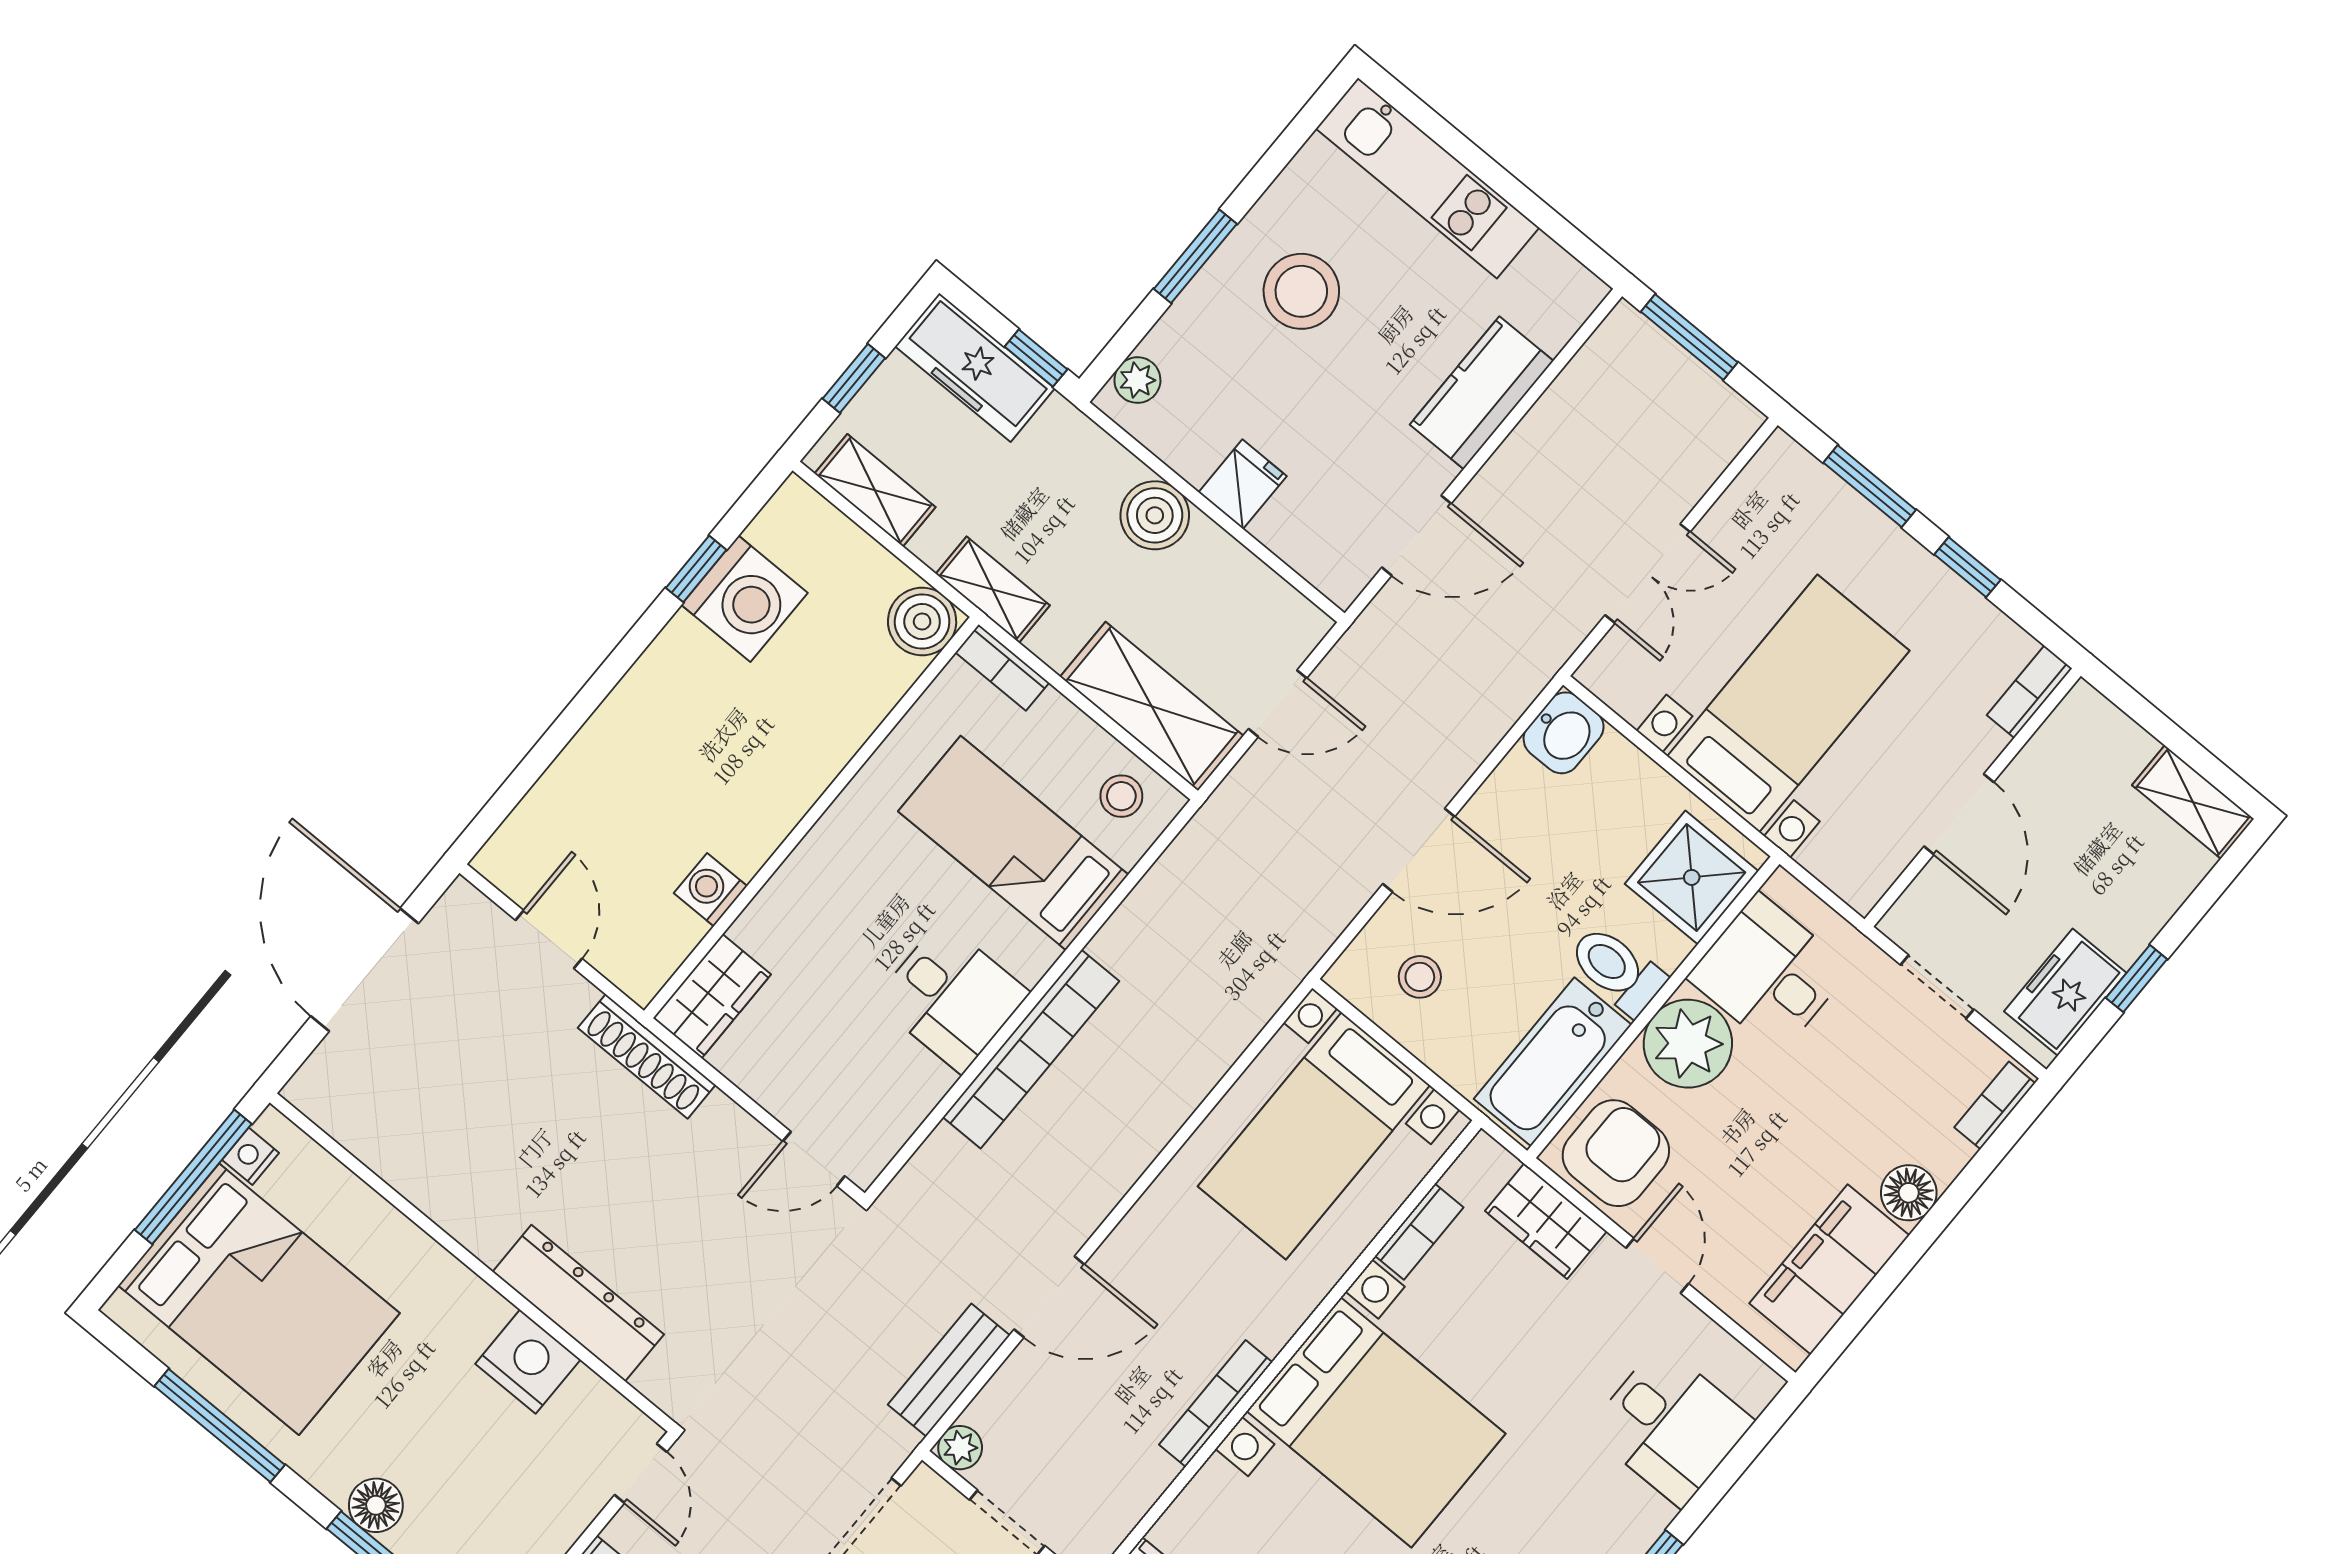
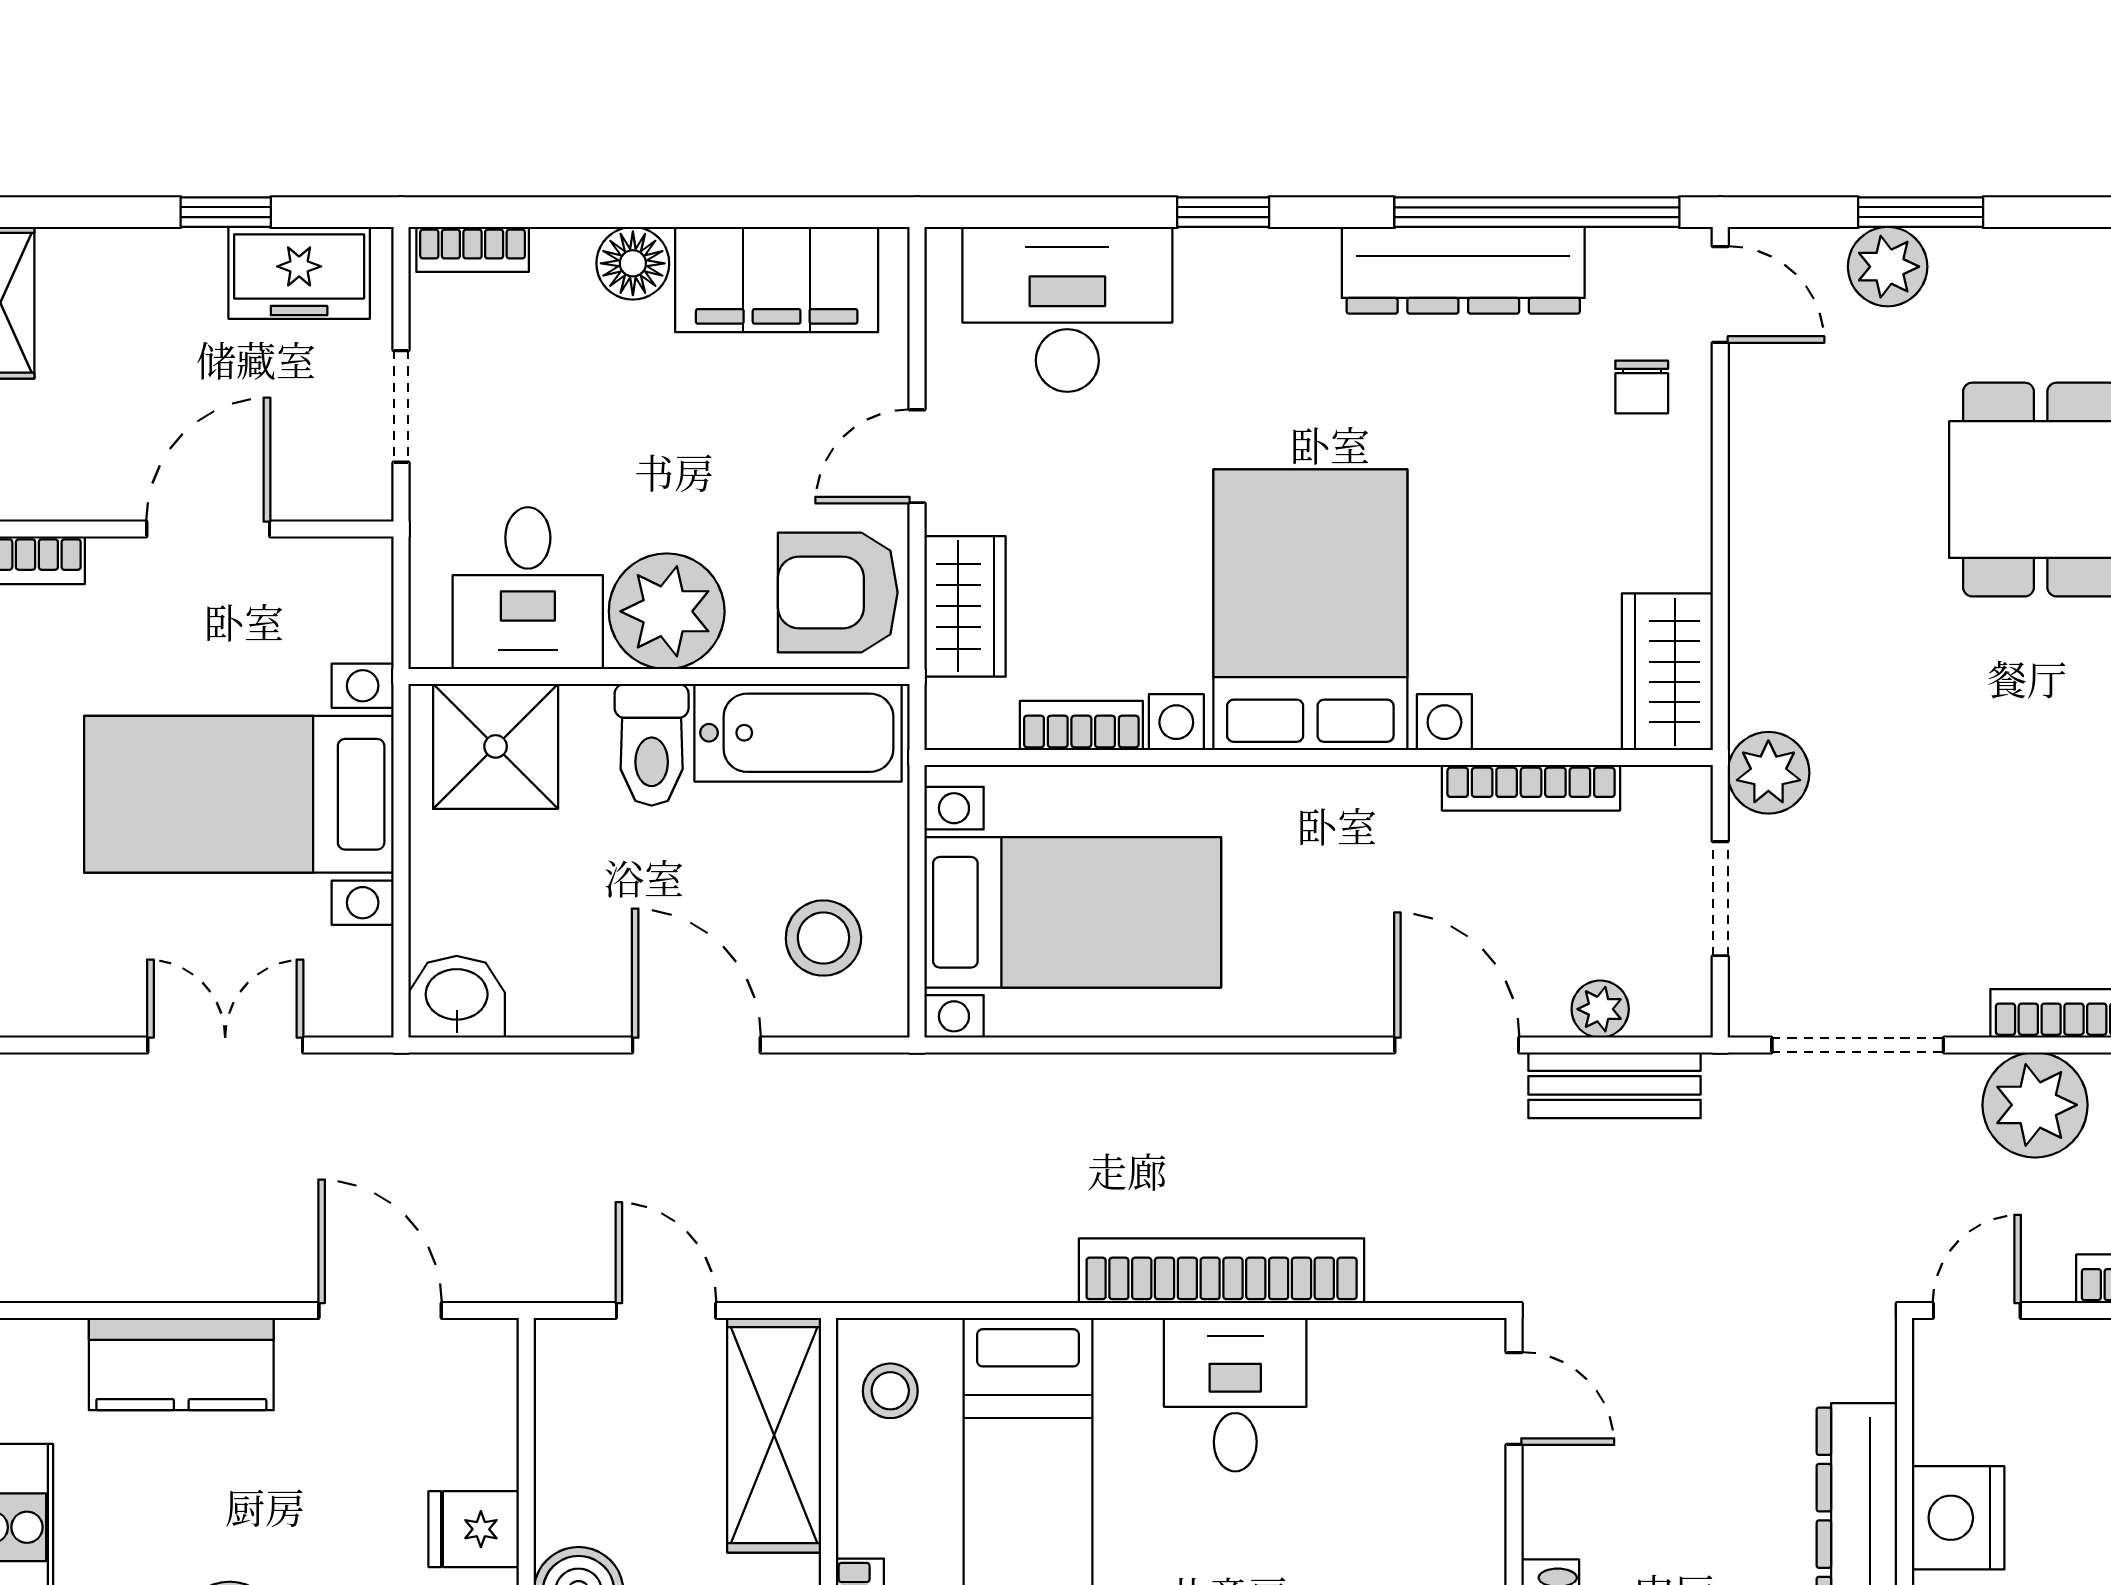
stool: (1420, 977) -> (823, 938), width x1.37, depth x1.37
bookcase: (1216, 1403) -> (1531, 788), moved
desk: (1671, 1426) -> (1067, 309), width x1.37
plant: (960, 1448) -> (1600, 1009), moved

